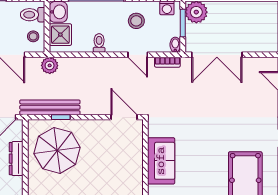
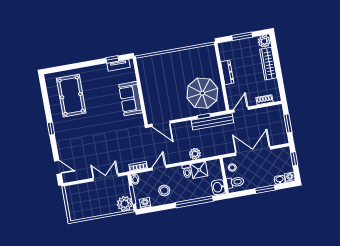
shower: (60, 35) -> (199, 170), moved
door: (138, 55) -> (159, 168), hinge flipped
double door: (217, 55) -> (106, 177), width x0.73
plant: (50, 65) -> (195, 154), moved
dresser: (16, 159) -> (227, 72), moved

